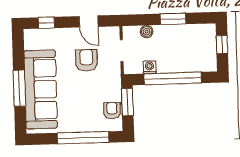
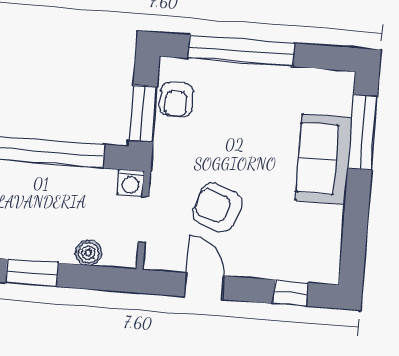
armchair: (86, 60) -> (217, 208), turned 108
washing machine: (150, 67) -> (131, 183), moved
window: (19, 88) -> (363, 132), moved
sofa: (41, 89) -> (324, 159), width x0.54, depth x0.79

